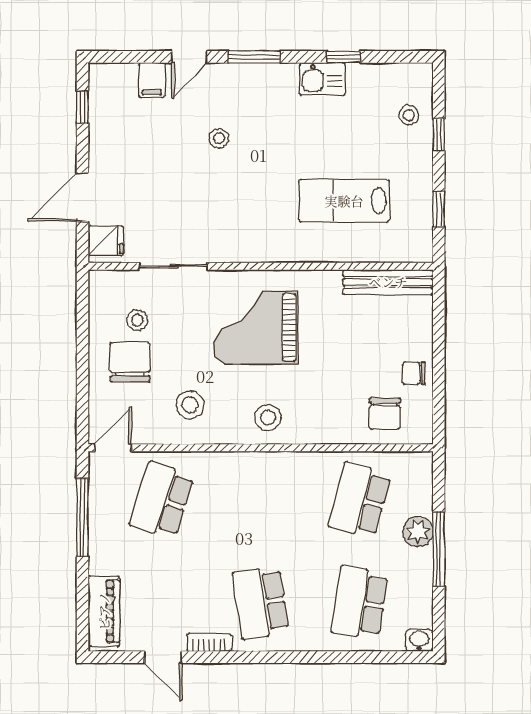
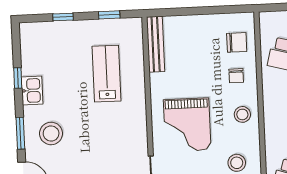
stool: (409, 115) -> (52, 36), removed
stool: (219, 138) -> (51, 133), moved, width x1.89, depth x1.89
lab bench: (344, 201) -> (106, 74), turned 180
chair: (414, 373) -> (236, 76), moved

